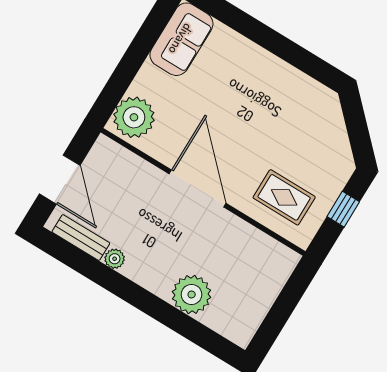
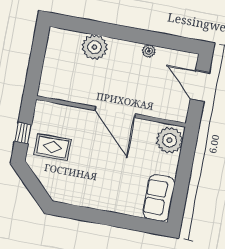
rug: (284, 197) -> (52, 147), moved
bench: (81, 238) -> (174, 56), removed

